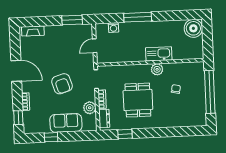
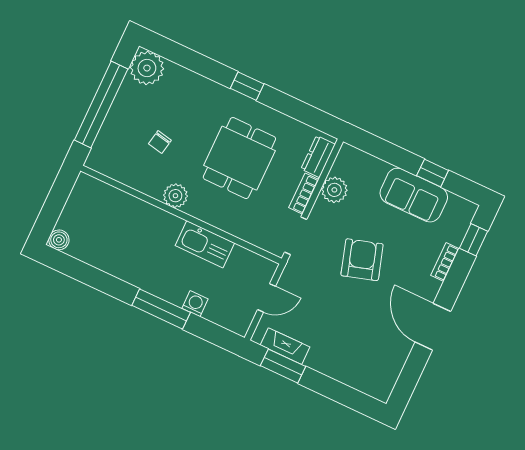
washing machine: (113, 28) -> (195, 304), moved
boiler: (193, 28) -> (59, 240), width x0.54, depth x0.54
fireplace: (33, 31) -> (285, 346), moved
kitchen sink: (159, 54) -> (205, 244), moved
plant: (198, 118) -> (147, 68), added
sofa: (66, 123) -> (414, 195), moved
window: (125, 134) -> (247, 86), moved

